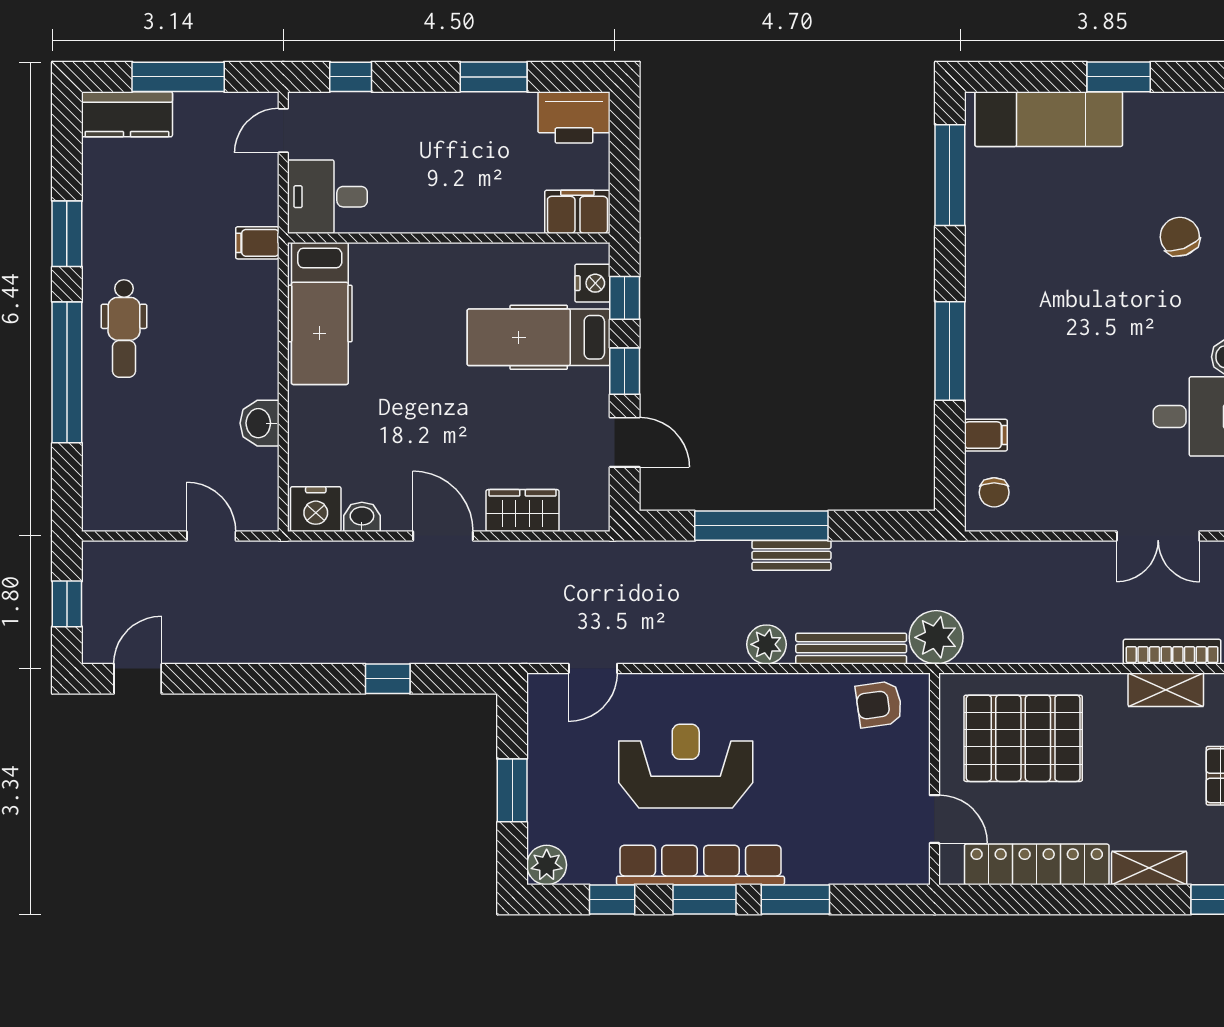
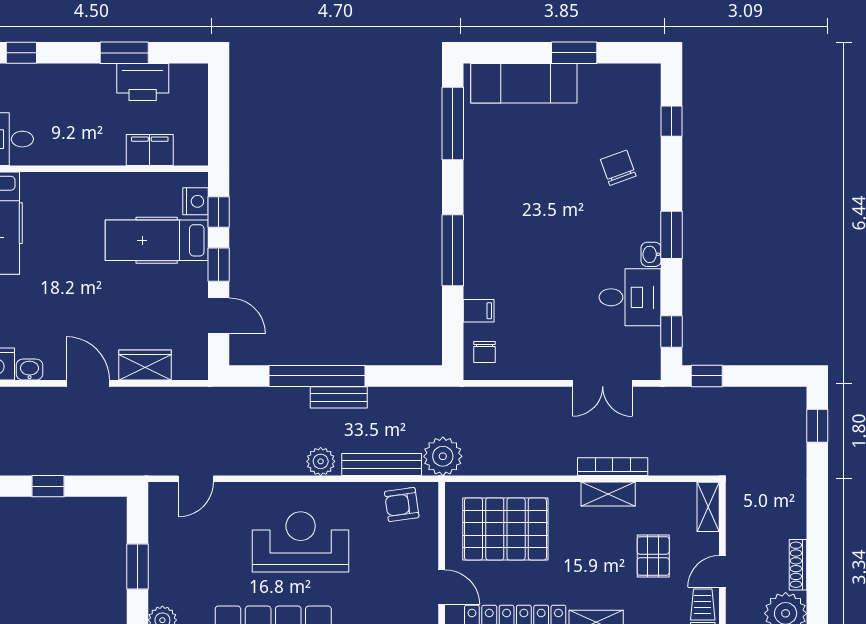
printer: (574, 117) -> (143, 82), moved
filing cabinet: (577, 212) -> (150, 150), moved
reception desk: (686, 766) -> (301, 542), moved

